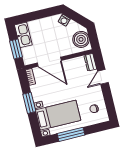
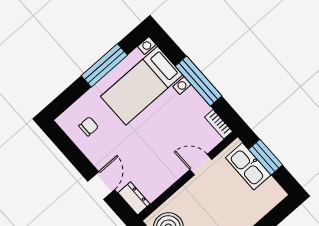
kitchen sink: (23, 35) -> (248, 166), moved
door: (49, 62) -> (201, 165), width x0.53
window: (29, 103) -> (198, 81), width x1.44

